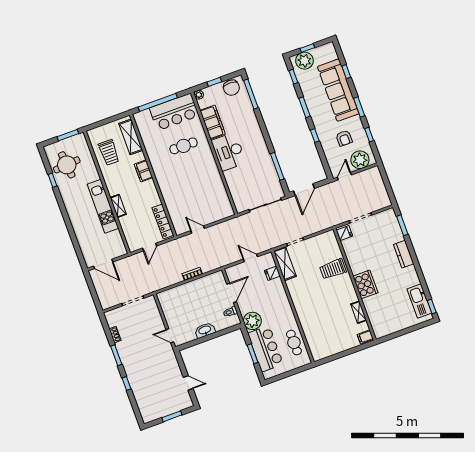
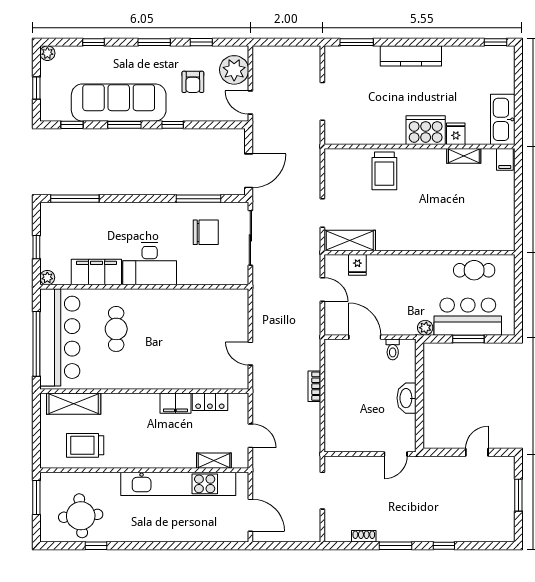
plant: (304, 61) -> (47, 53), moved, width x0.53, depth x0.53
chair: (231, 88) -> (206, 232), moved
sofa: (338, 90) -> (119, 103), moved, turned 180
bar counter: (174, 112) -> (60, 337), width x1.36
armchair: (344, 138) -> (193, 82), turned 90
trolley: (109, 152) -> (85, 445), turned 180
filing cabinet: (143, 171) -> (175, 403), moved
door: (304, 190) -> (249, 171), hinge flipped
kitchen unit: (103, 206) -> (178, 484), width x1.36
shelving: (118, 206) -> (214, 461), moved
locker: (163, 222) -> (210, 402), width x0.66
door: (198, 230) -> (250, 354), hinge flipped
fridge: (344, 233) -> (456, 134), moved
kitchen counter: (404, 254) -> (411, 56), width x1.50
door: (250, 258) -> (322, 290), swing flipped
door: (103, 264) -> (250, 515), hinge flipped
kitchen sink: (419, 301) -> (503, 119), moved, turned 90
plant: (252, 321) -> (425, 328), width x0.53, depth x0.53

